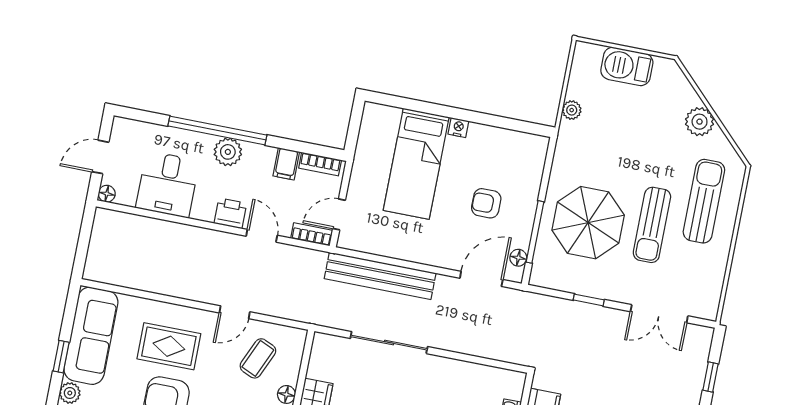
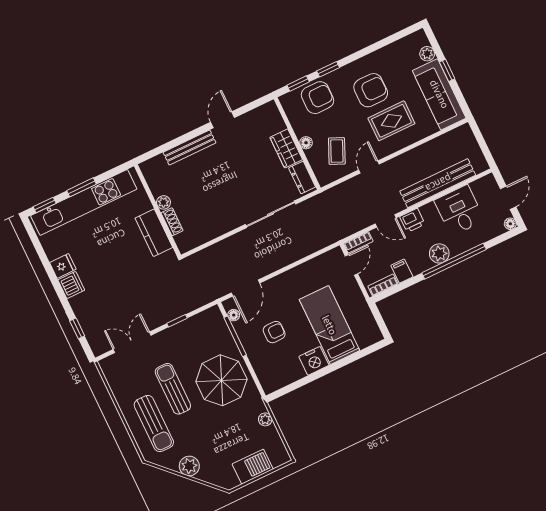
nightstand: (458, 128) -> (314, 361), width x1.89, depth x1.79
floor lamp: (107, 194) -> (510, 224), moved
parasol: (588, 223) -> (221, 380), moved
bench: (380, 276) -> (438, 183), moved
dresser: (321, 358) -> (302, 177), added

